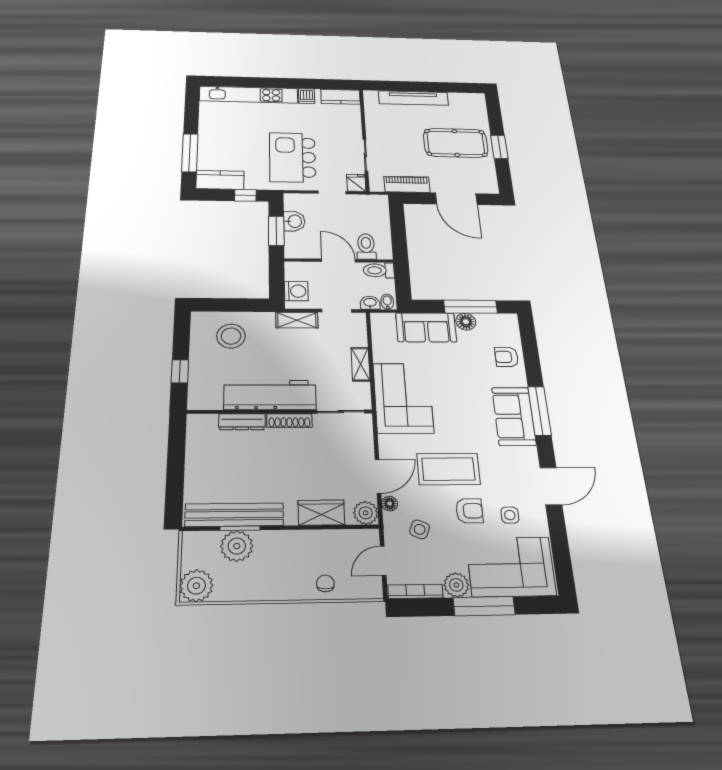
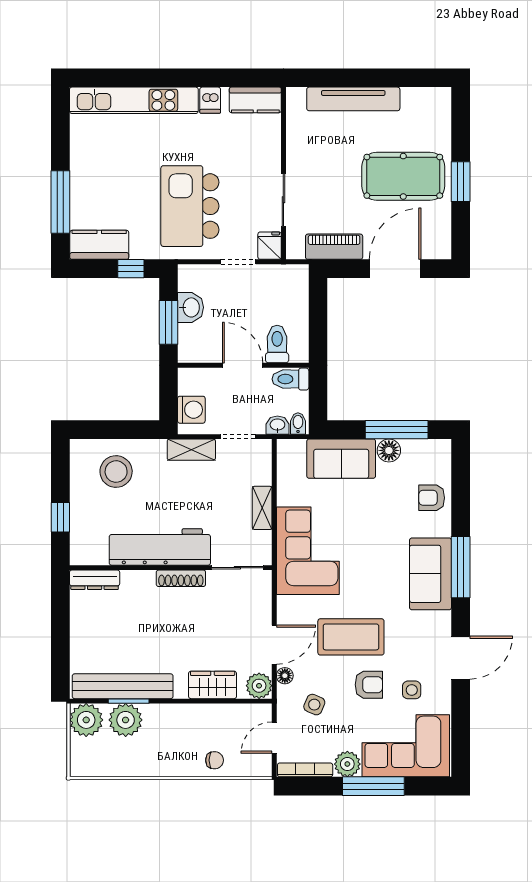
door: (456, 199) -> (395, 269), swing flipped
dresser: (242, 422) -> (95, 580), moved
chair: (325, 583) -> (215, 760), turned 90
plant: (196, 586) -> (86, 720), moved

